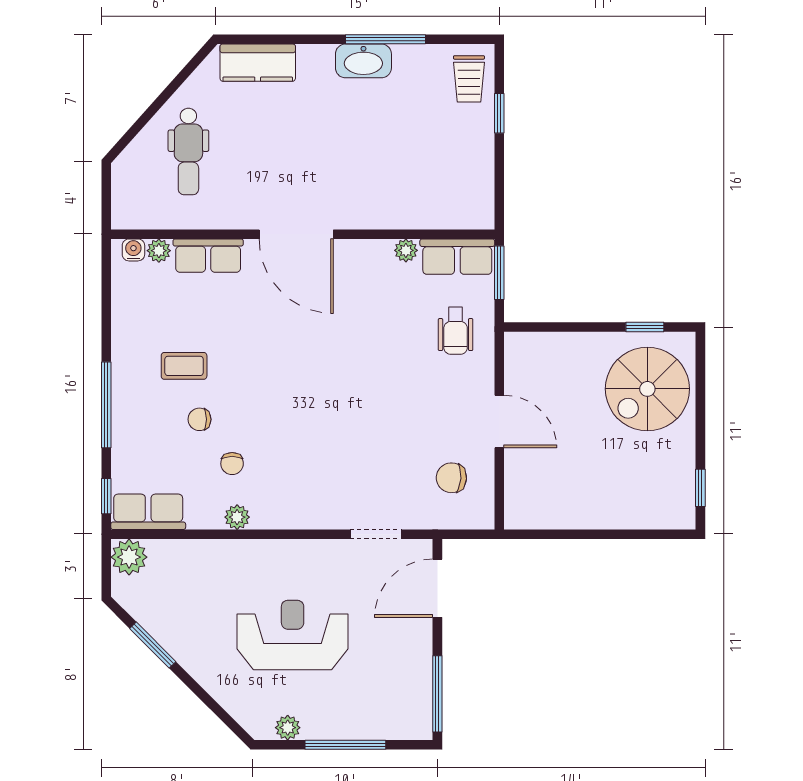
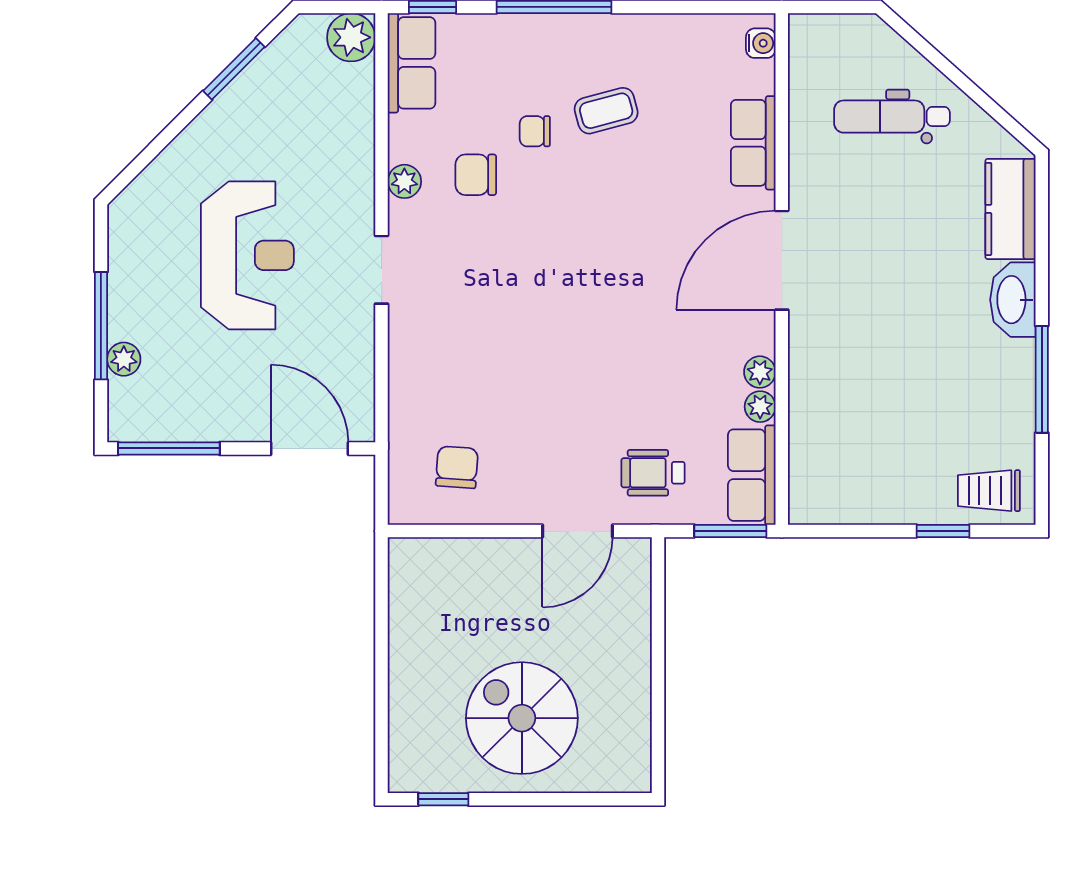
washbasin: (363, 61) -> (1013, 300), moved
plant: (159, 251) -> (760, 372), moved
window: (645, 327) -> (658, 725), removed
coffee table: (184, 366) -> (606, 111), turned 75
spiral stairs: (647, 389) -> (522, 718), moved
chair: (199, 419) -> (535, 131), turned -90
door: (499, 421) -> (578, 531), moved
chair: (232, 464) -> (476, 175), width x1.37, depth x1.37
doorway: (376, 534) -> (382, 270), moved
plant: (288, 728) -> (124, 359), moved

